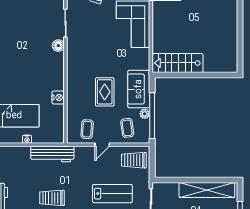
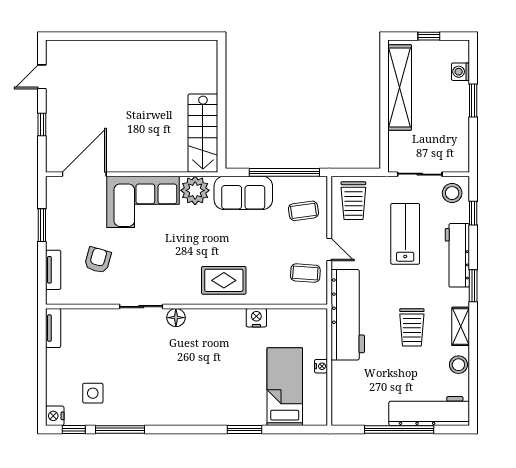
rug: (105, 92) -> (224, 280), moved
plant: (145, 114) -> (195, 190), moved, width x1.87, depth x1.87
workbench: (52, 154) -> (348, 315), width x1.36, depth x1.32

